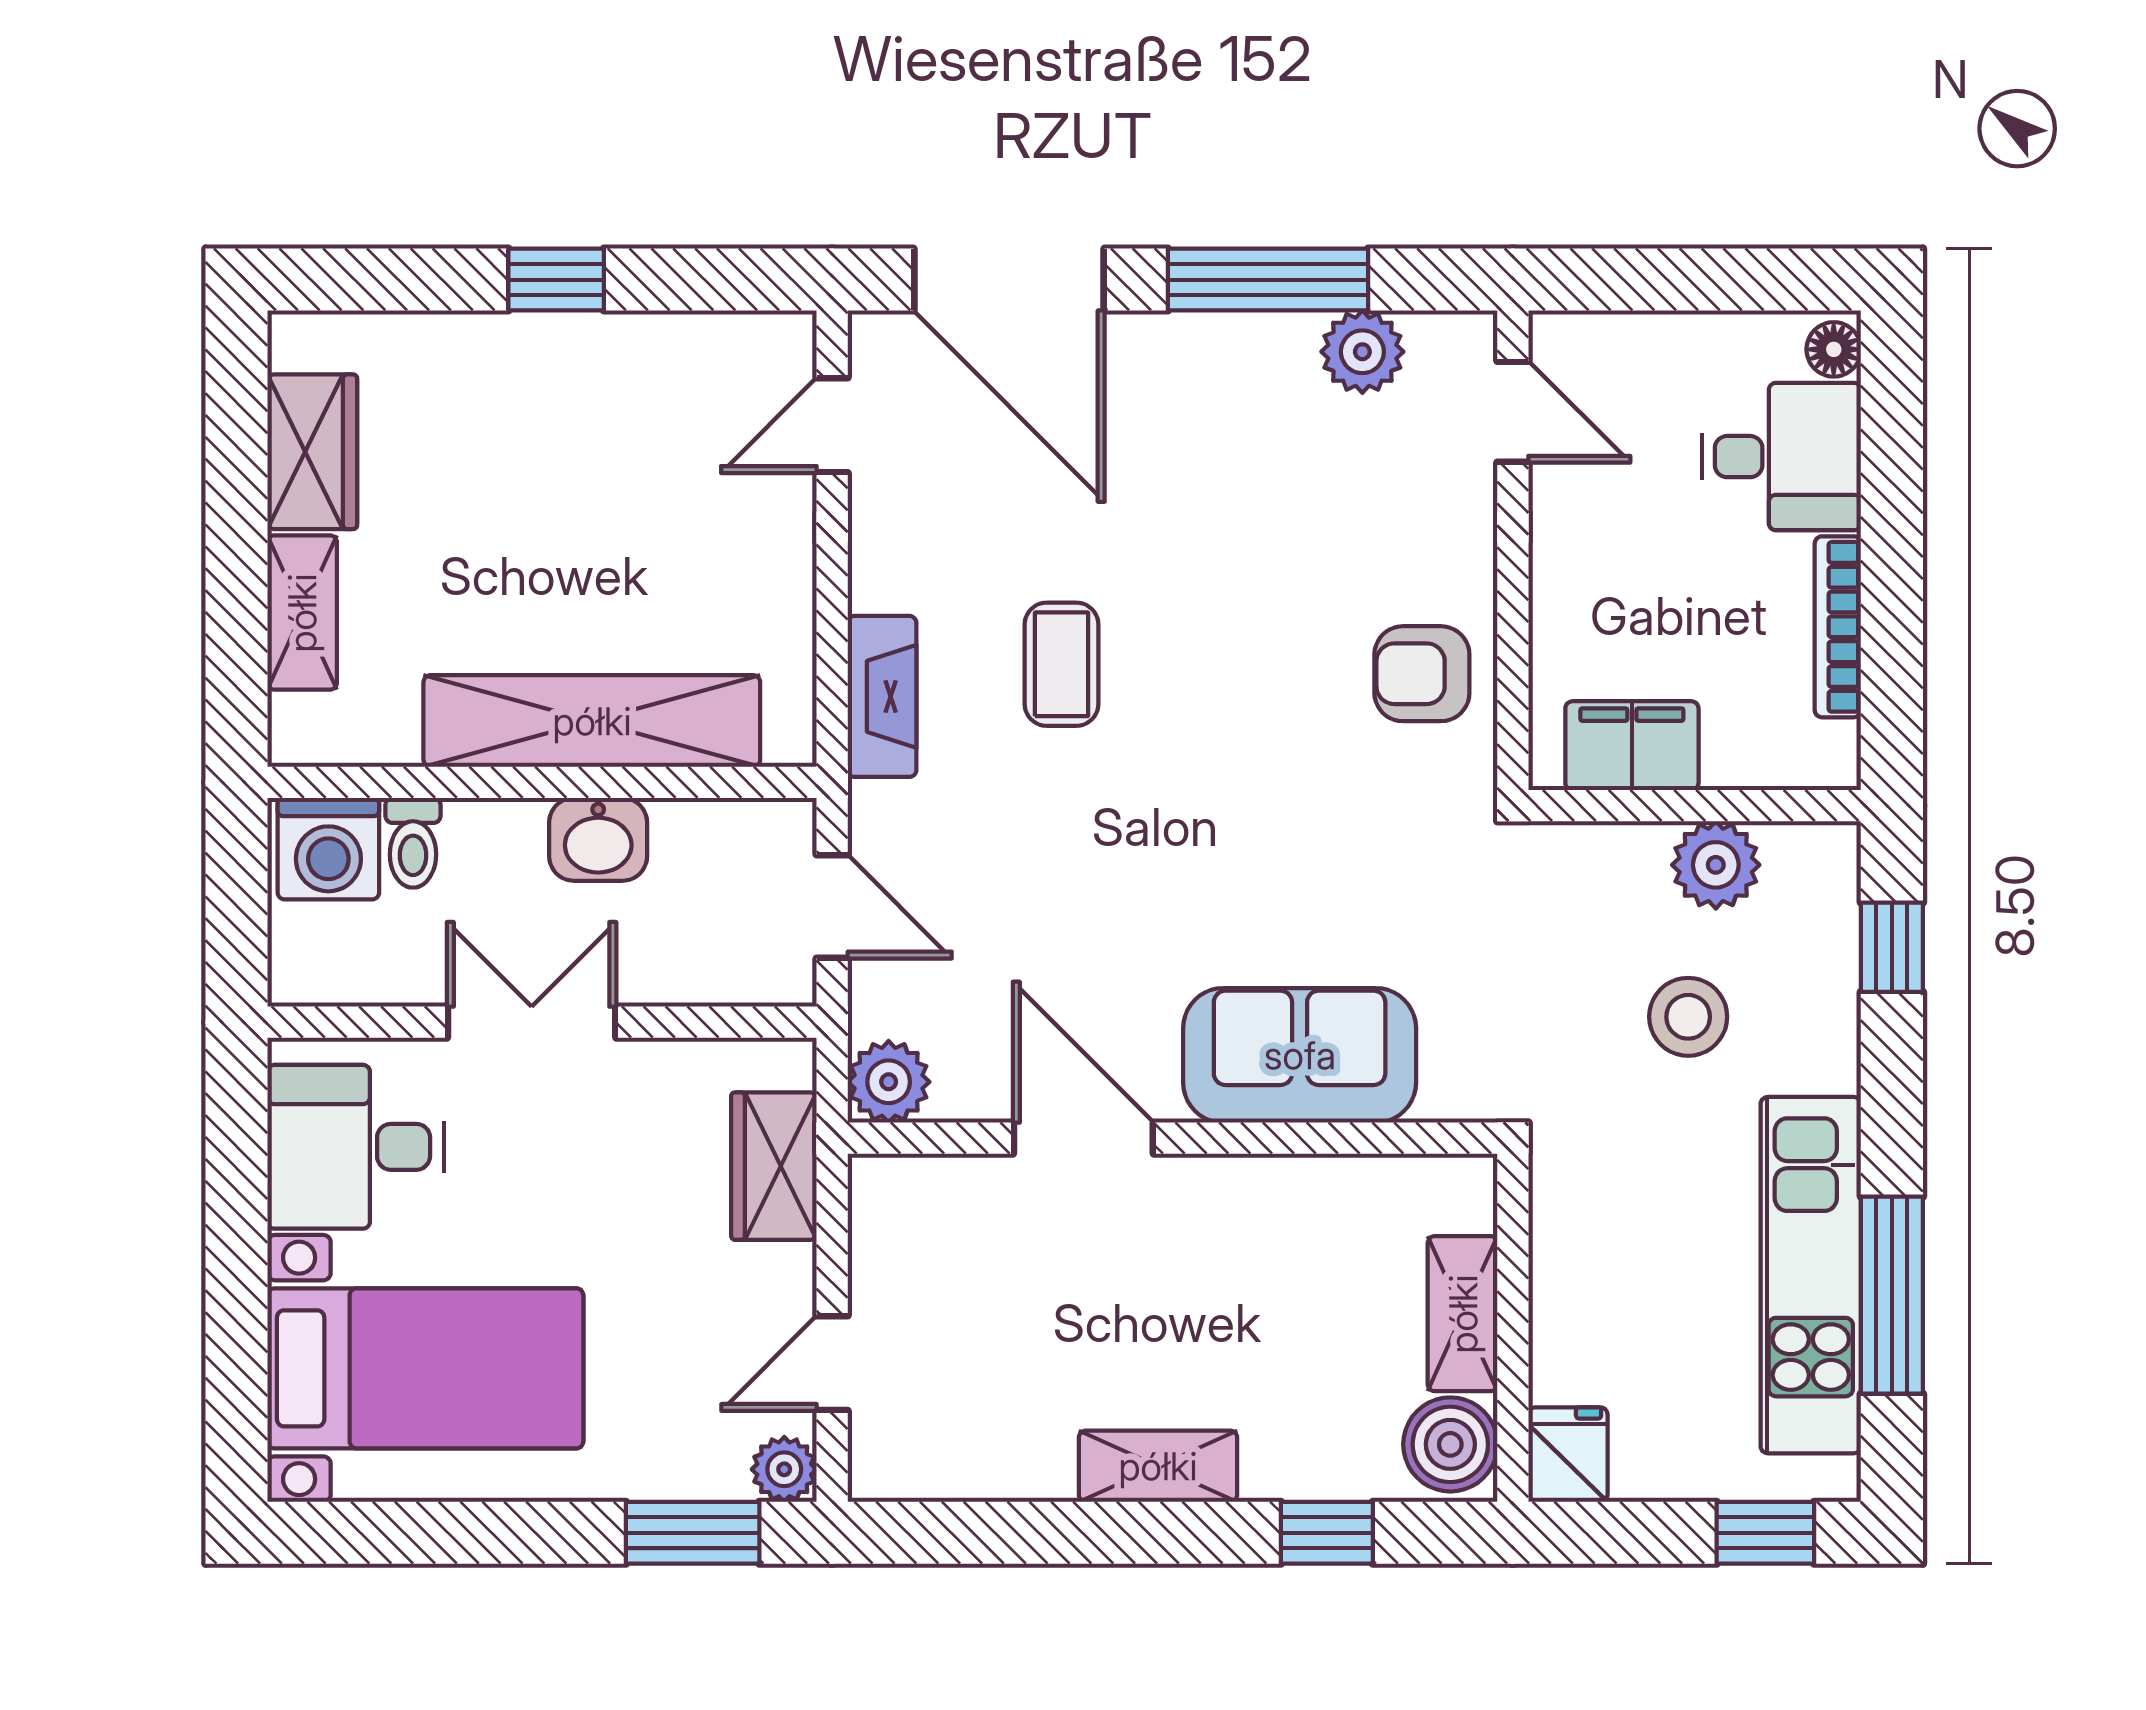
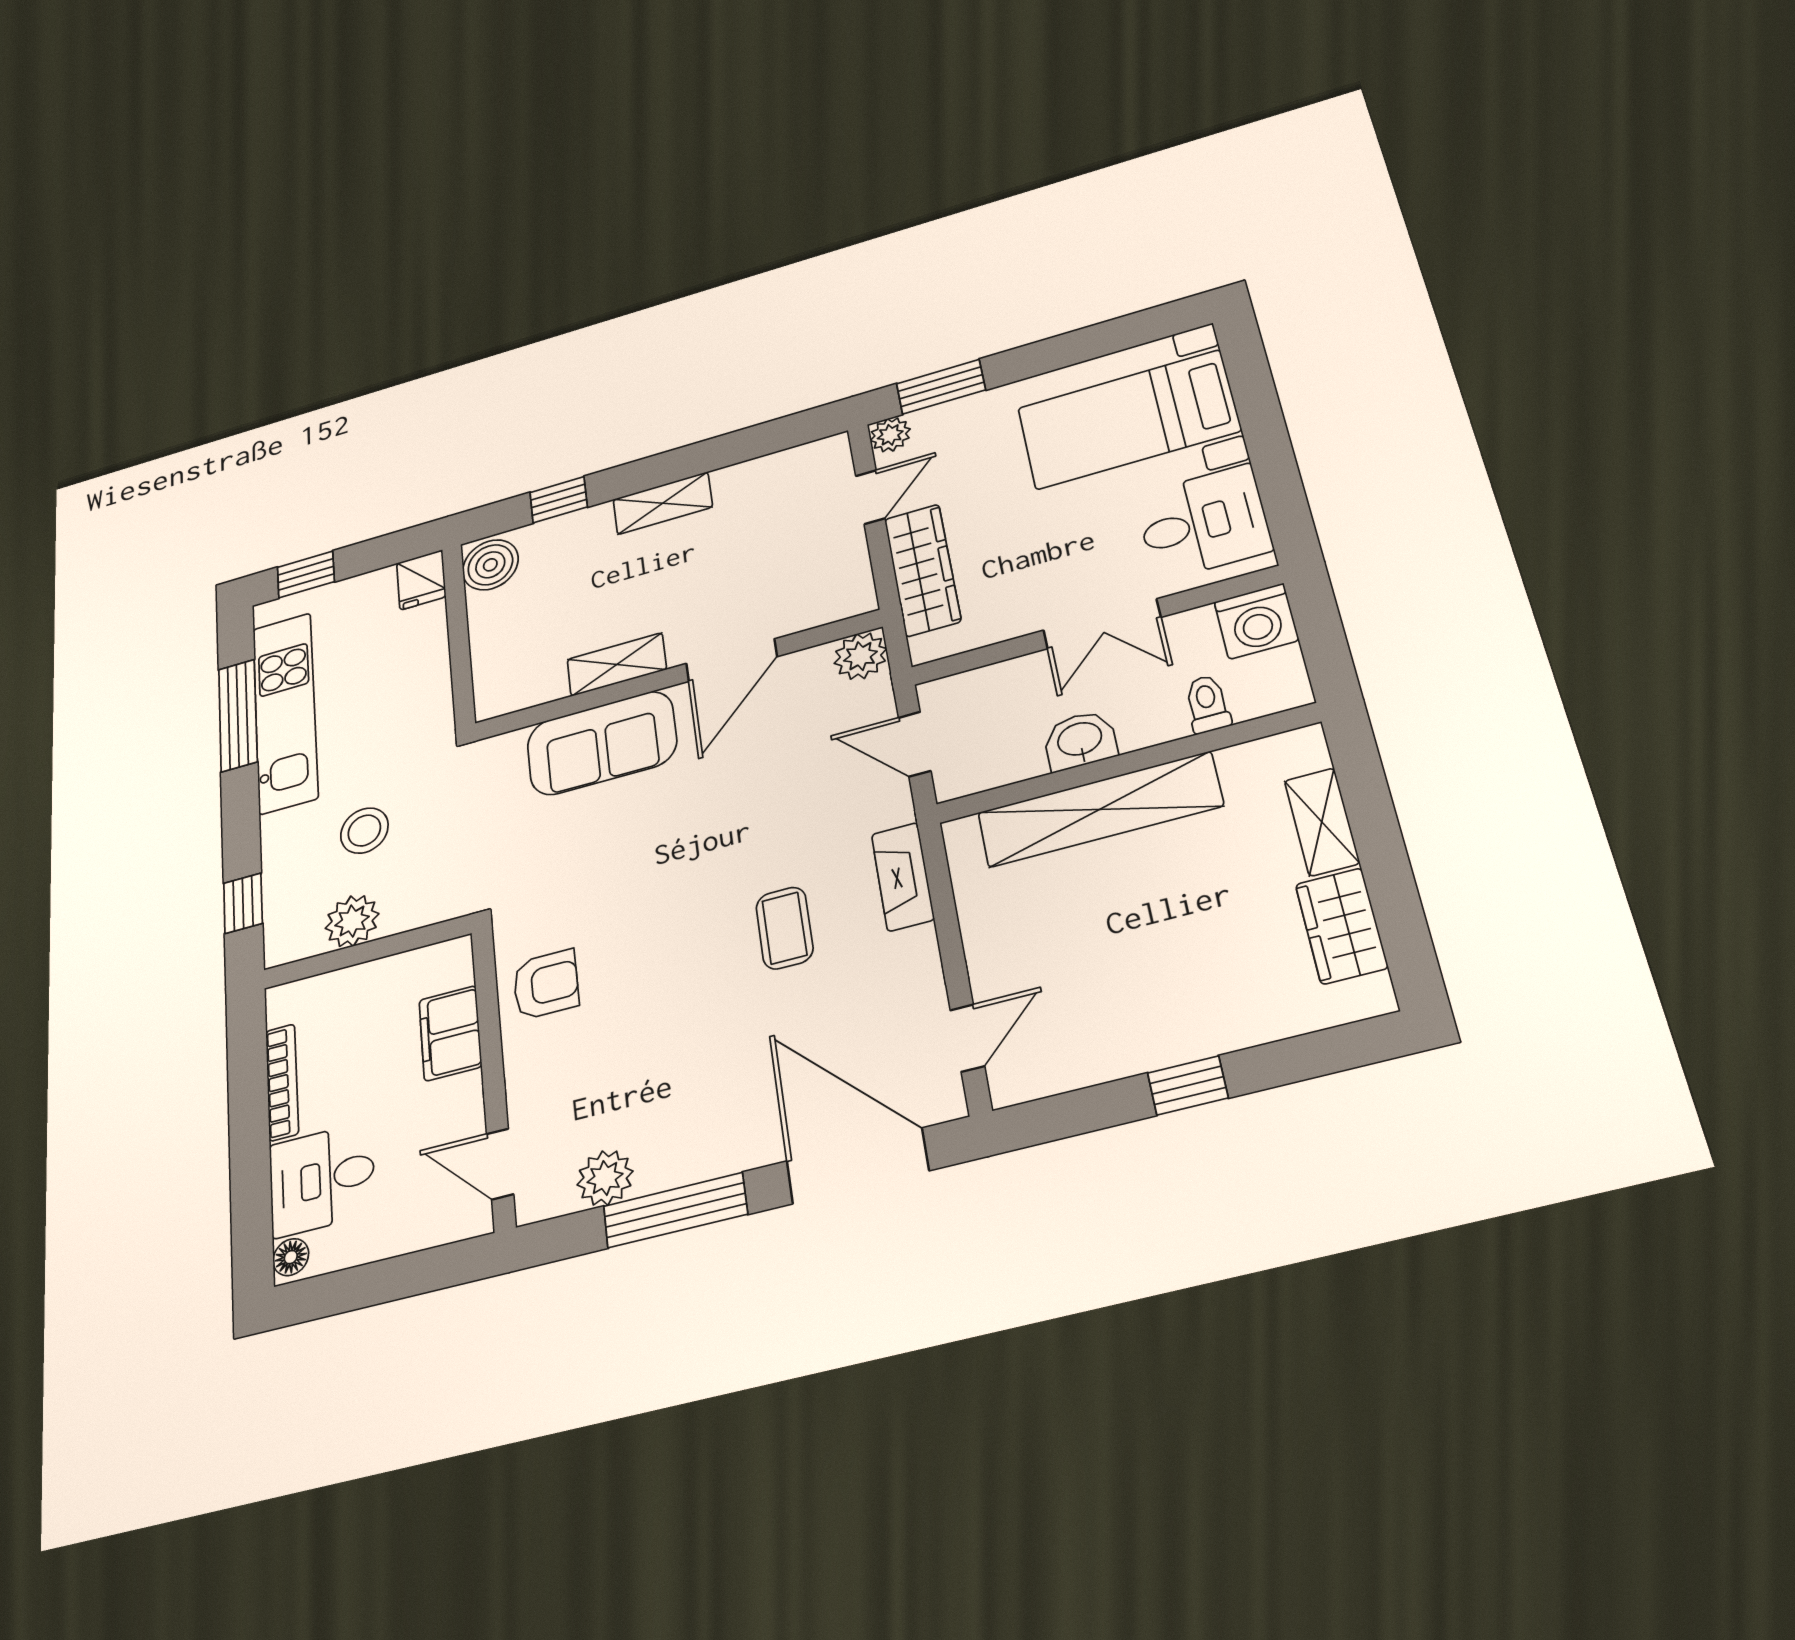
filing cabinet: (1632, 746) -> (450, 1033), moved, turned 90
washing machine: (328, 849) -> (1256, 621), moved, turned 180
door: (1083, 1138) -> (732, 660), hinge flipped
wardrobe: (774, 1166) -> (922, 570), width x1.50
shelving: (1463, 1314) -> (617, 665), moved, turned 90

